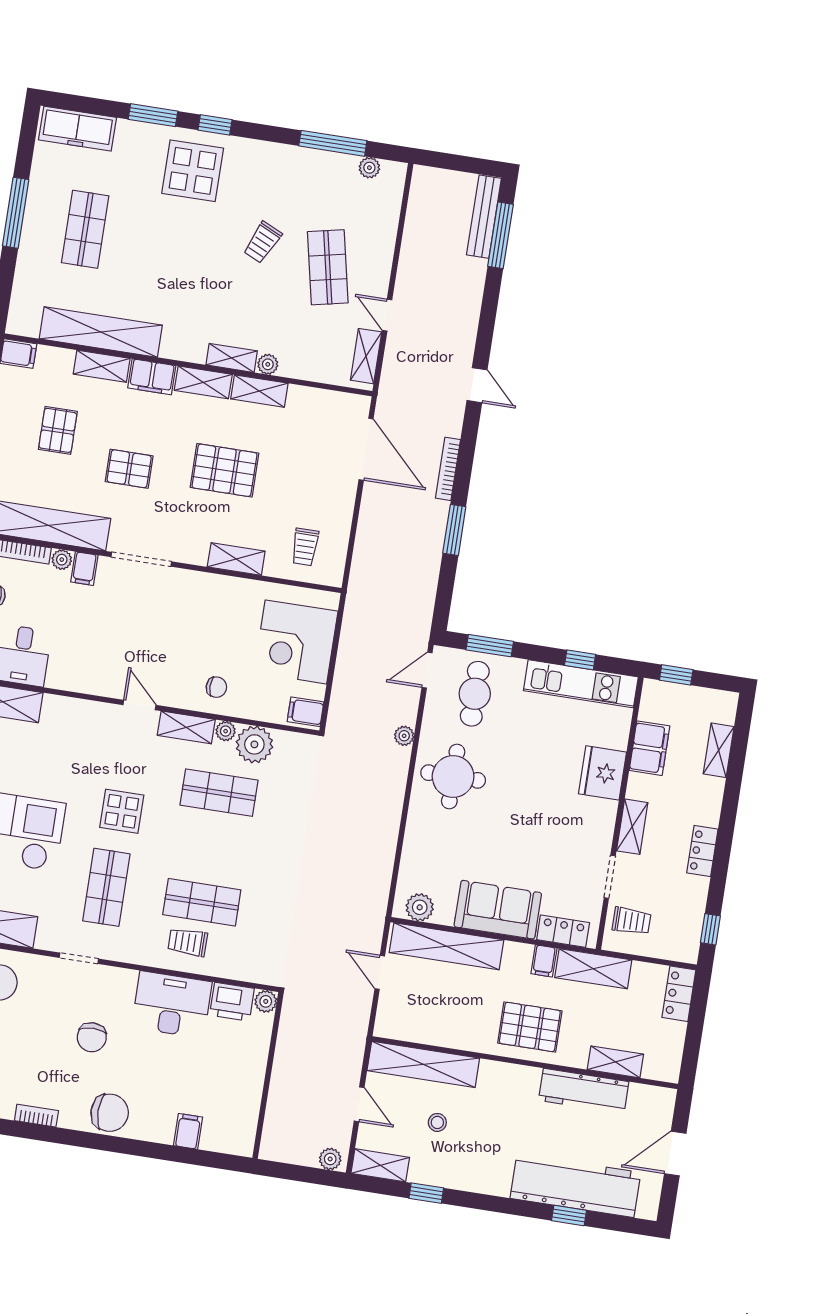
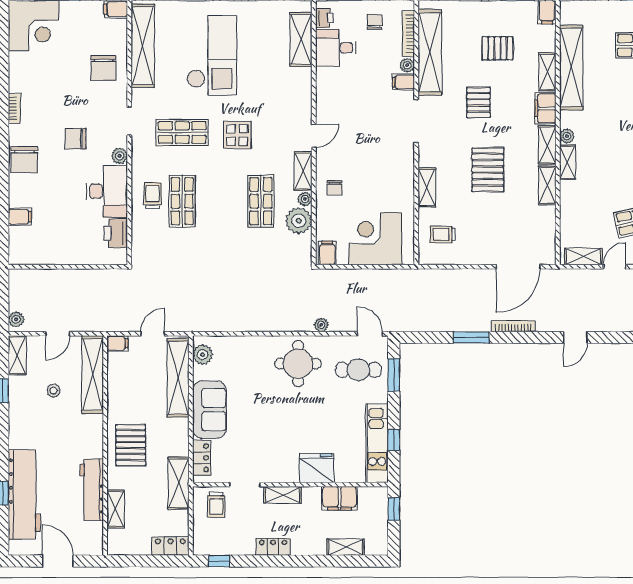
plant: (268, 364) -> (567, 136), moved
filing cabinet: (544, 961) -> (117, 343), moved, turned 180
plant: (266, 1001) -> (120, 156), moved

